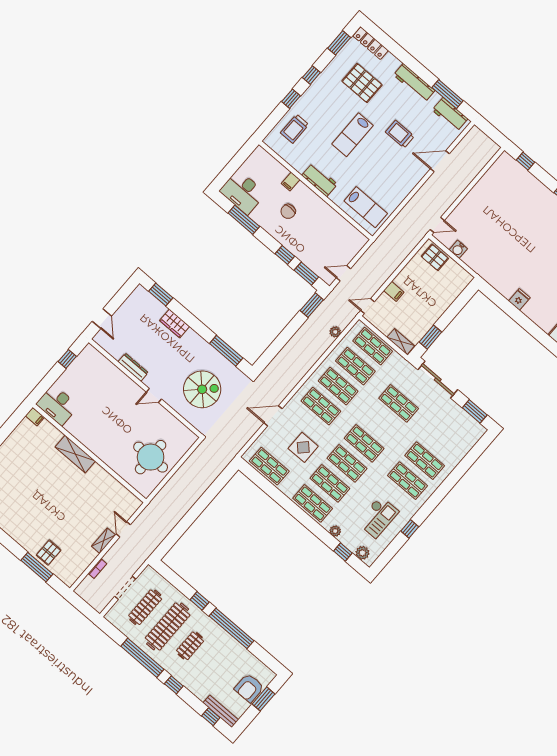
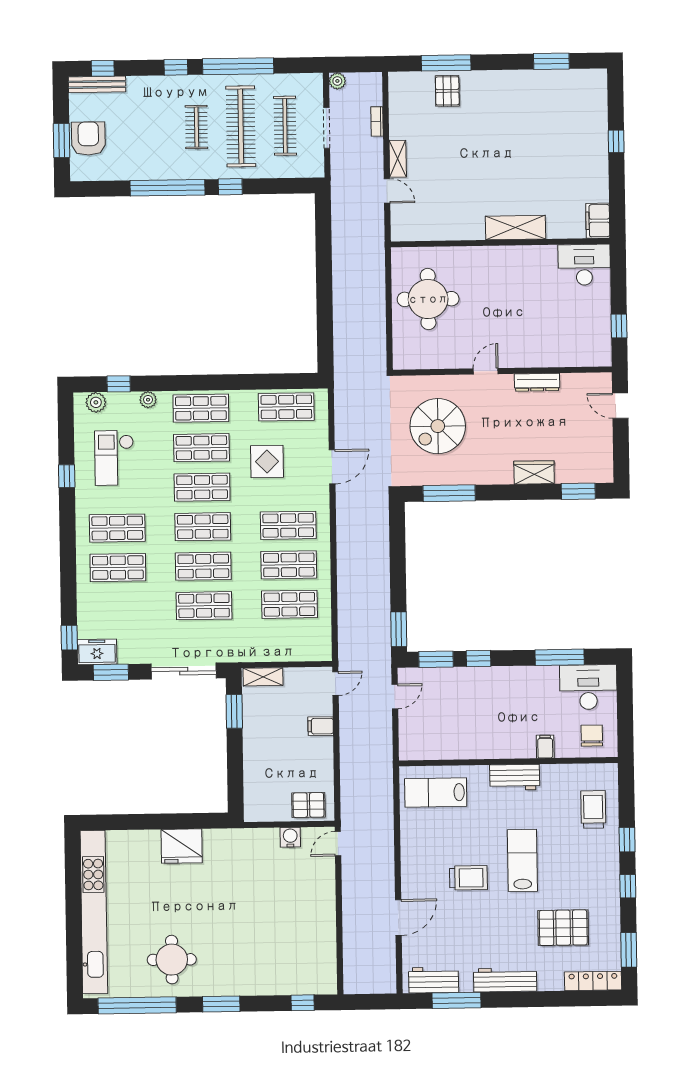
trolley: (400, 134) -> (468, 878), moved
chair: (288, 211) -> (592, 736), moved
fridge: (519, 299) -> (182, 846), width x1.88, depth x1.34
plant: (335, 332) -> (337, 81), moved
shop shelf: (373, 346) -> (203, 566), moved
filing cabinet: (35, 417) -> (598, 221), width x2.00
freezer: (473, 428) -> (97, 652), added
window: (480, 447) -> (69, 638), added

